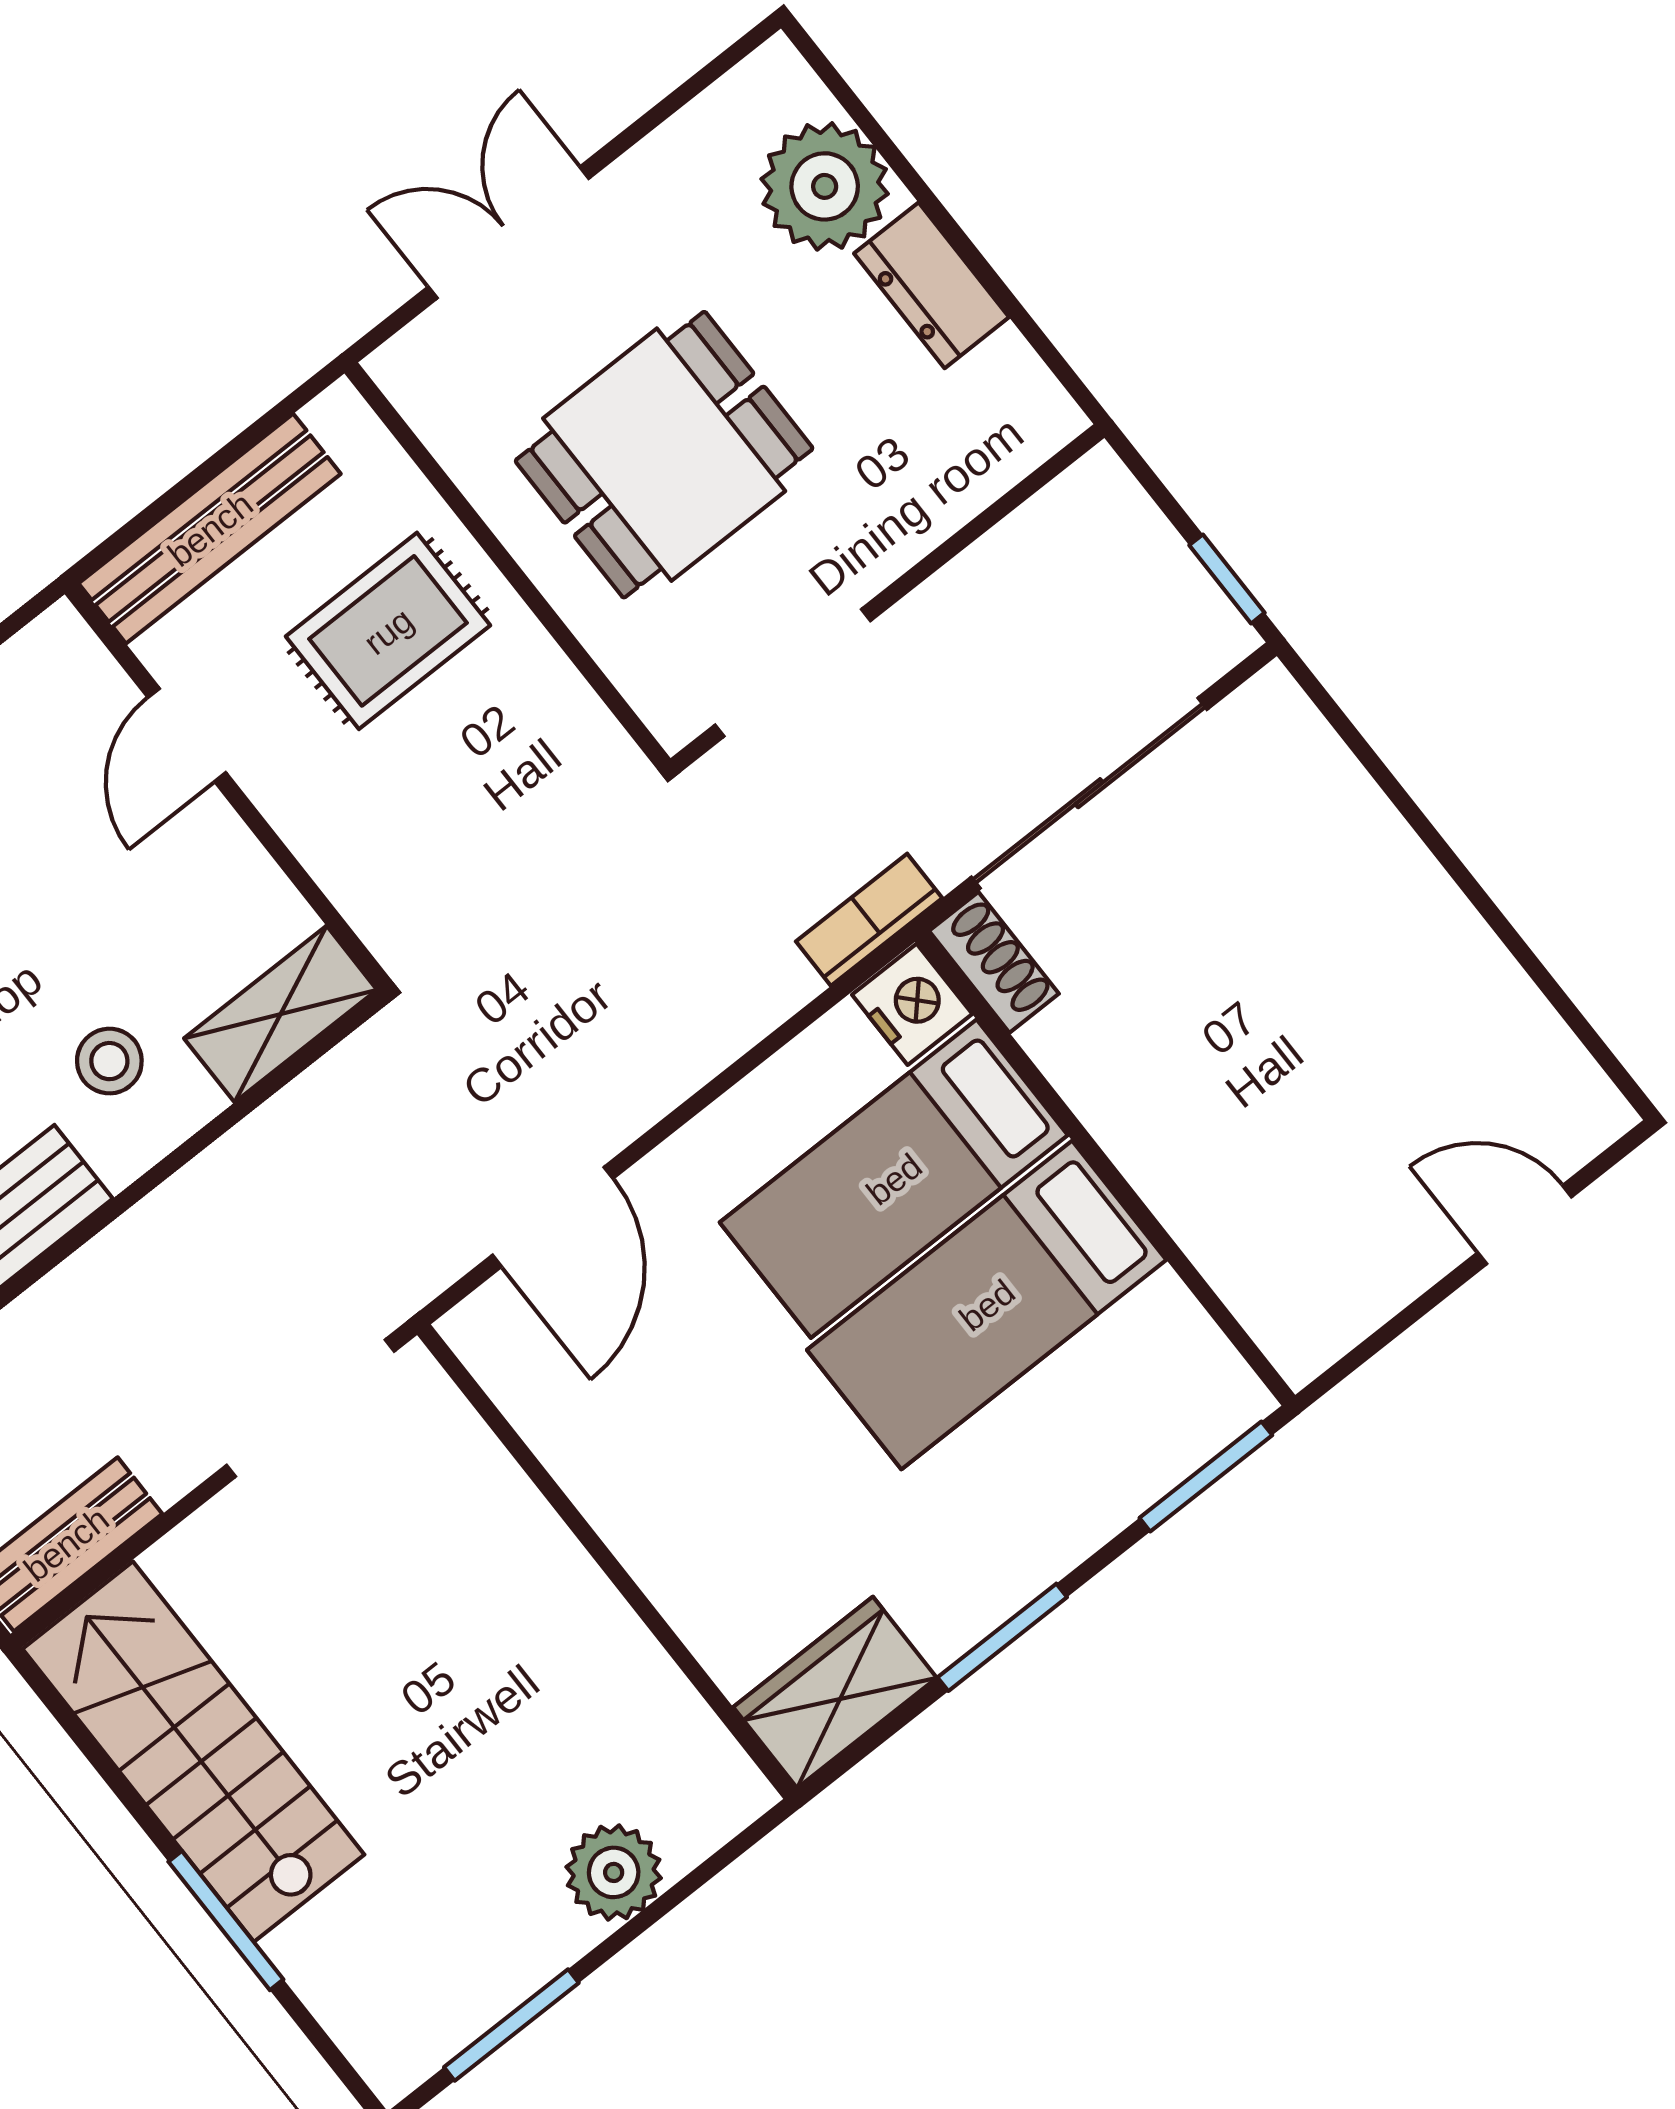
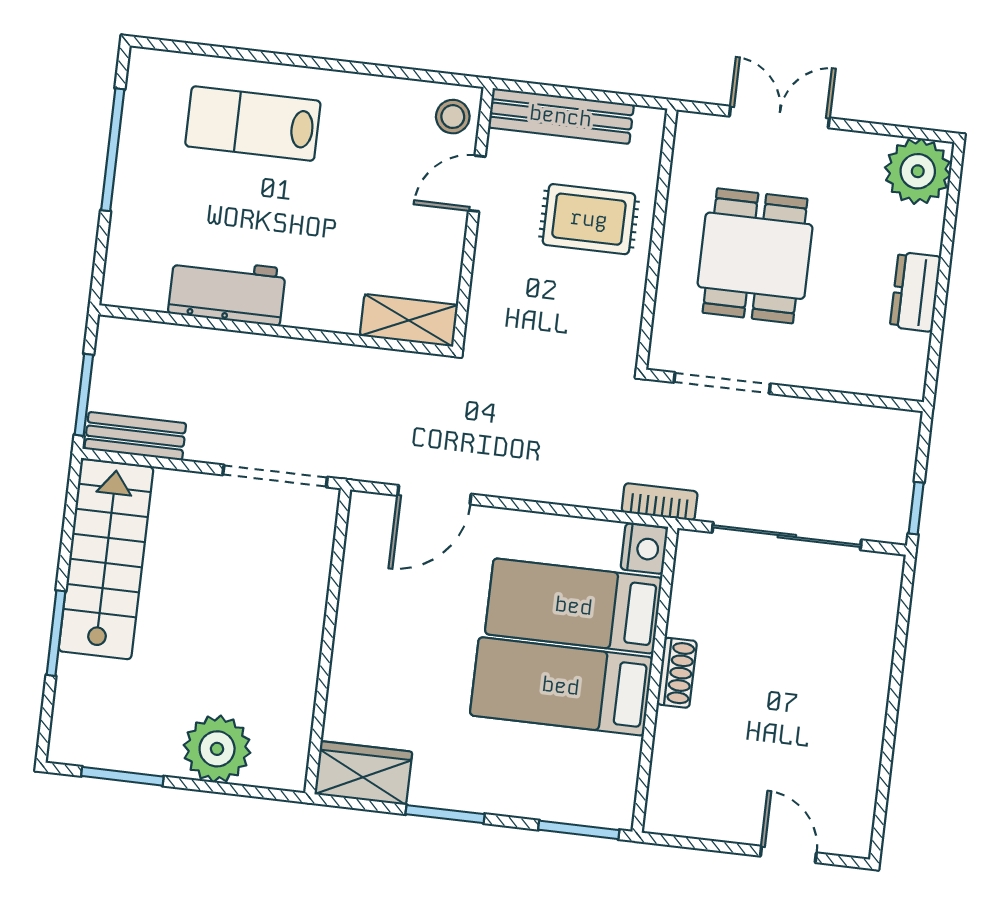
plant: (825, 186) -> (918, 171), moved
dining table: (664, 455) -> (755, 256), turned 90
shoe rack: (994, 962) -> (677, 673), moved
stool: (109, 1061) -> (453, 117), moved
plant: (614, 1872) -> (217, 749), width x1.36, depth x1.36

